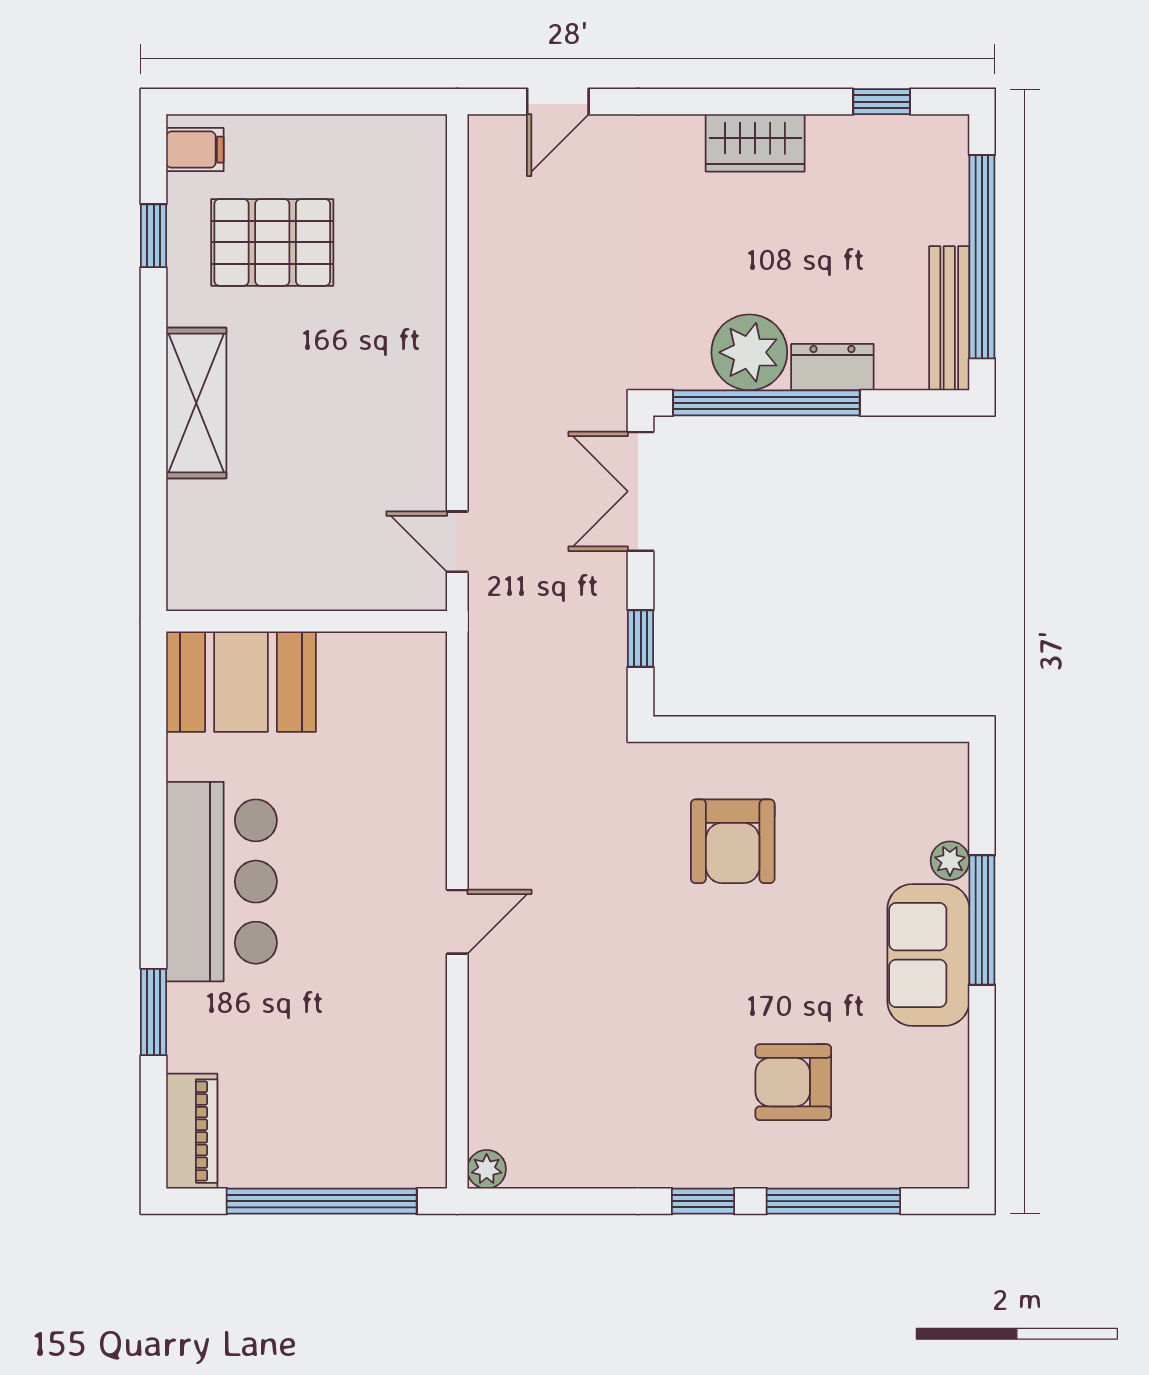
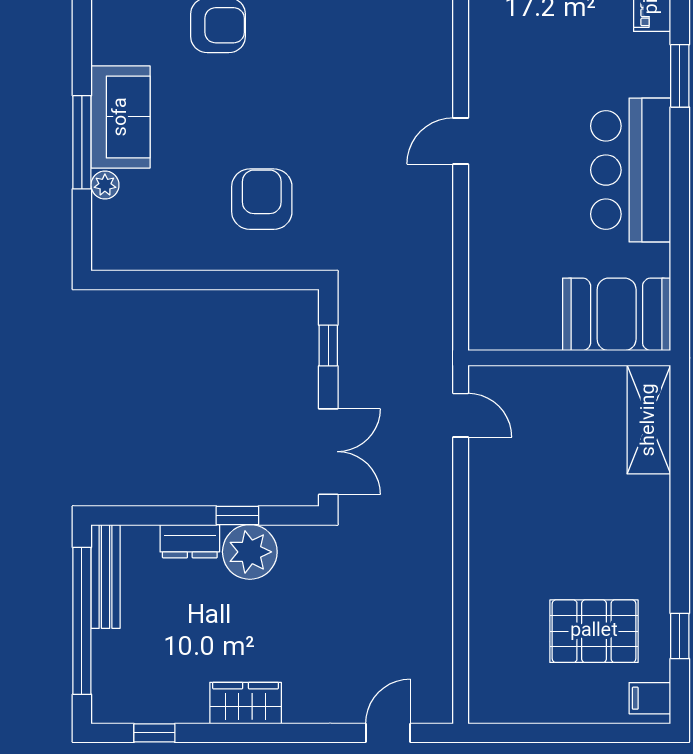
shelving: (196, 403) -> (649, 420), moved
window: (766, 403) -> (237, 515), width x0.32

